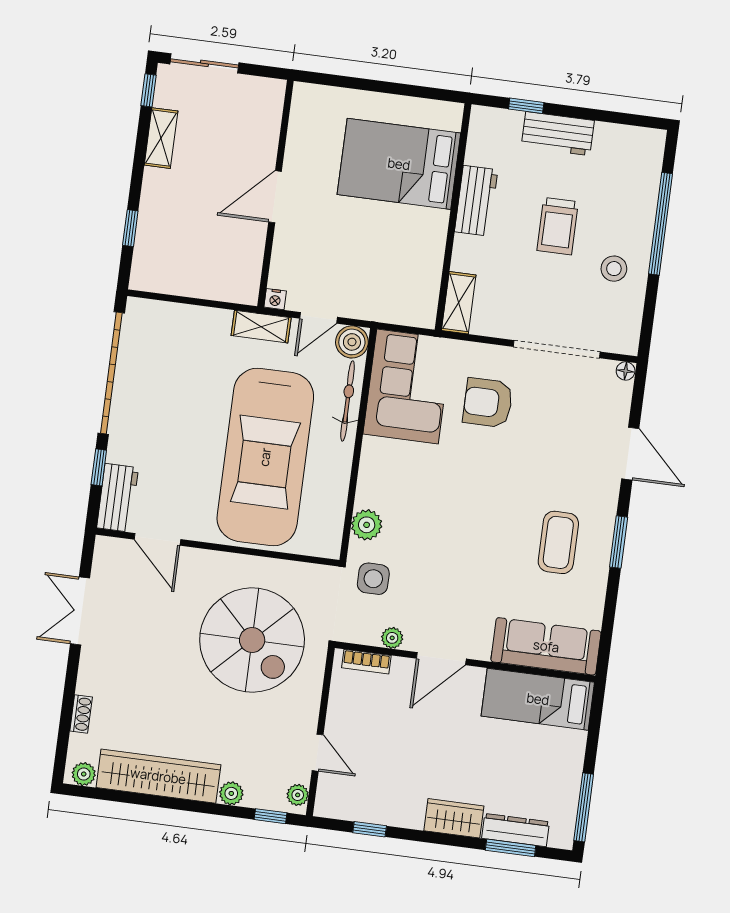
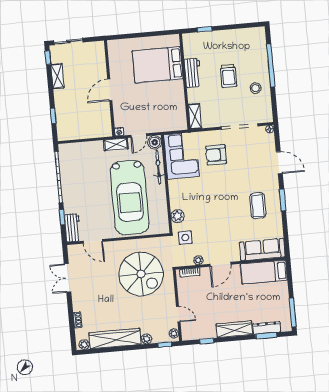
workbench: (558, 134) -> (220, 38), removed
wardrobe: (454, 818) -> (234, 329), width x1.50

